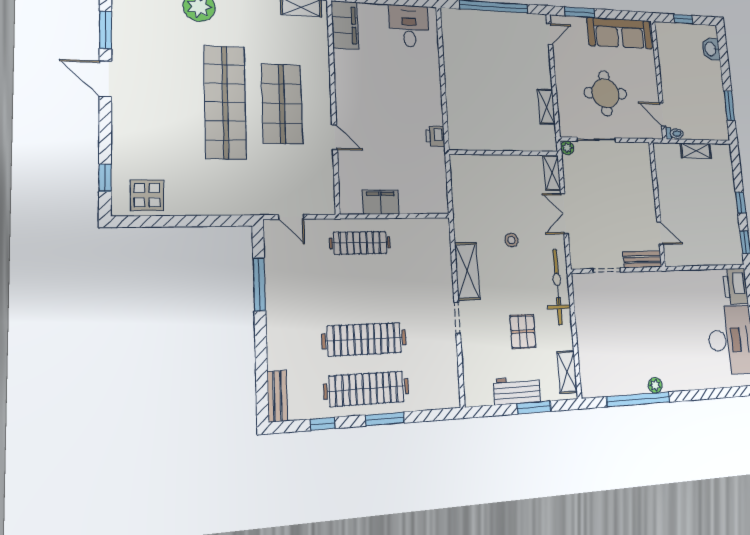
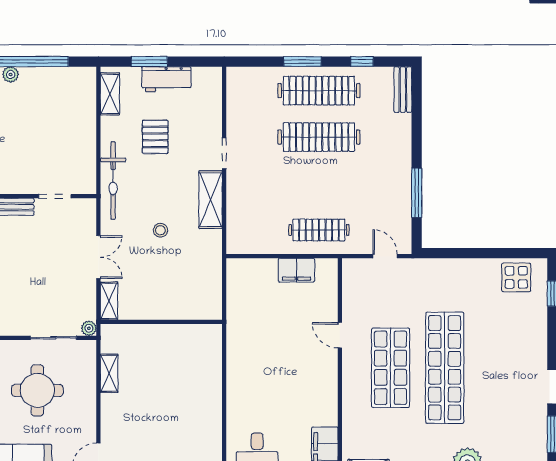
printer: (435, 136) -> (236, 338), removed

